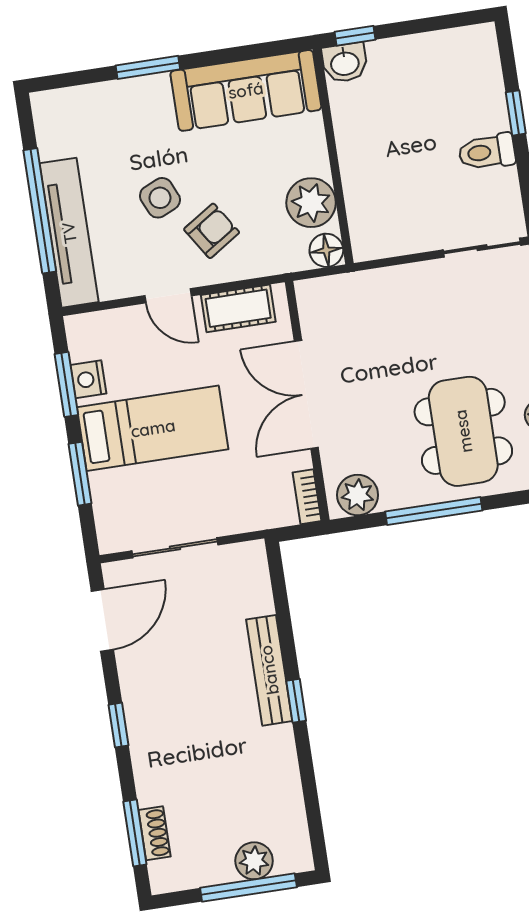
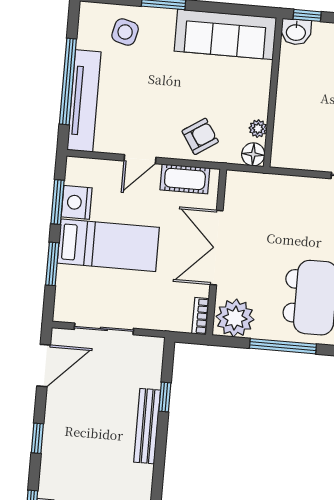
side table: (160, 198) -> (125, 32), moved, turned 38
plant: (311, 203) -> (258, 129), width x0.53, depth x0.53
armchair: (212, 231) -> (200, 136), moved
door: (168, 296) -> (140, 159), hinge flipped
nightstand: (88, 379) -> (77, 202), width x1.36, depth x1.33
plant: (358, 495) -> (235, 318), width x1.36, depth x1.36
window: (296, 701) -> (165, 397), moved

